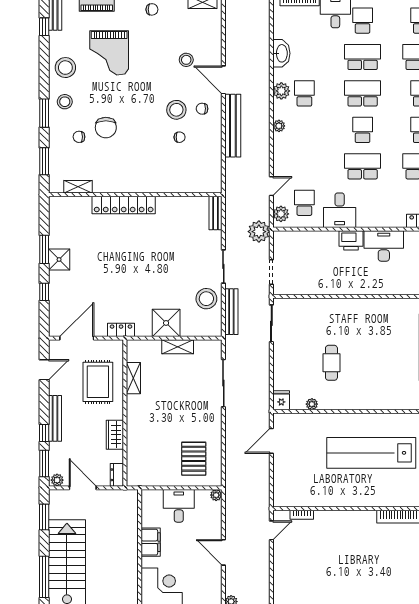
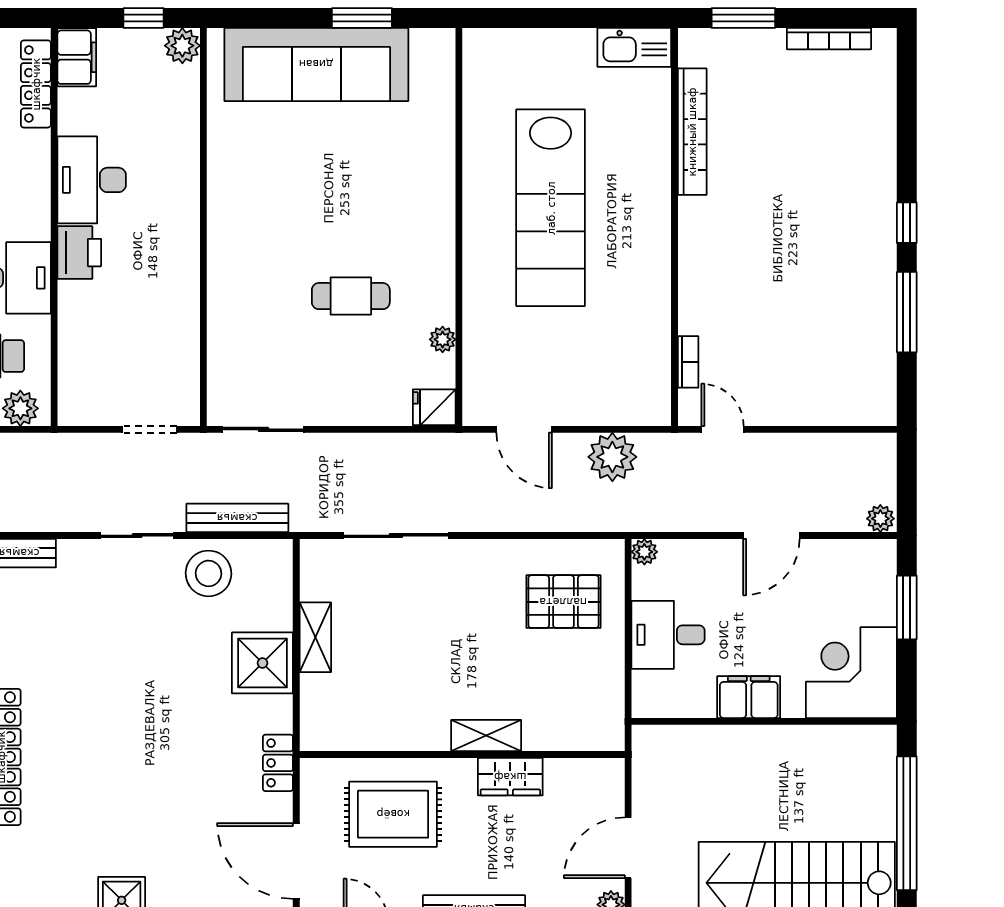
plant: (259, 232) -> (612, 457), moved
shelving: (133, 378) -> (486, 735), moved
dresser: (117, 475) -> (599, 772), removed

